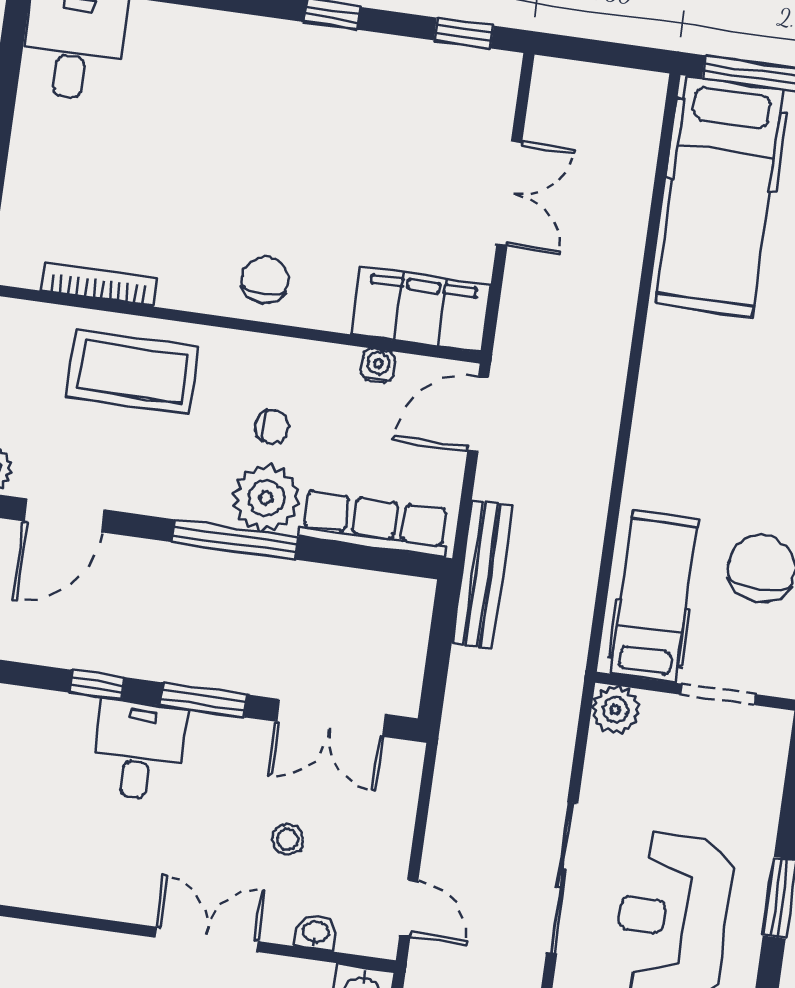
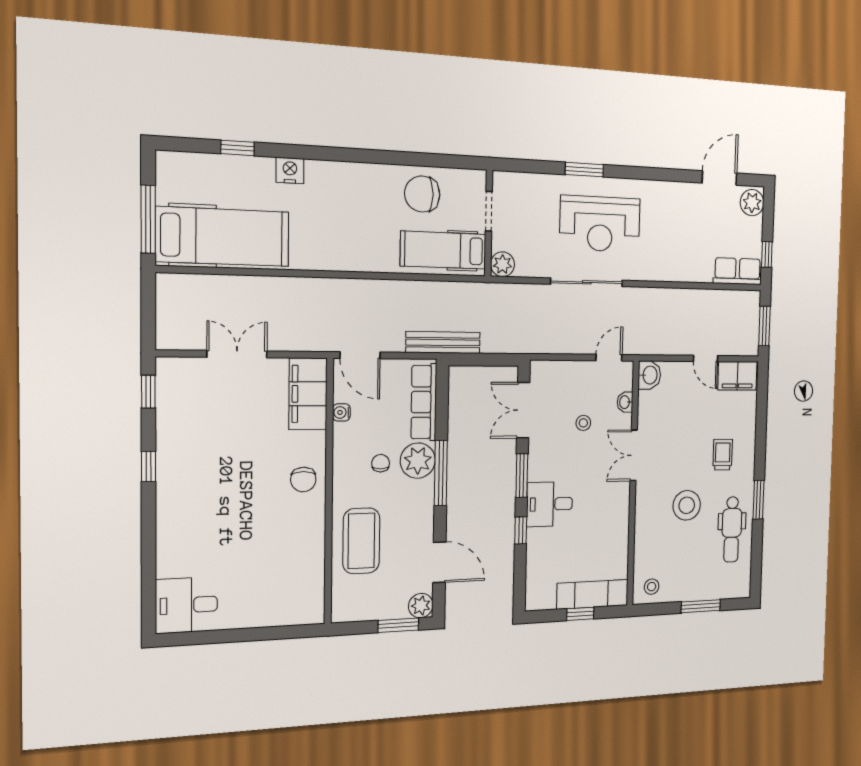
chair: (265, 280) -> (303, 479), turned -90
bookcase: (99, 284) -> (317, 567), removed
double door: (331, 718) -> (523, 410), swing flipped

